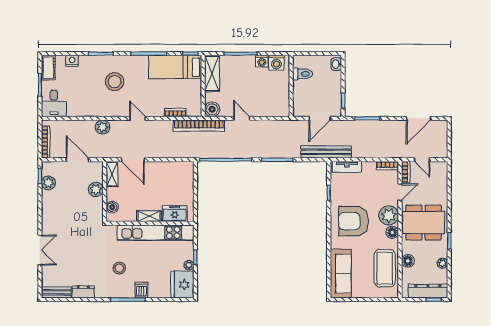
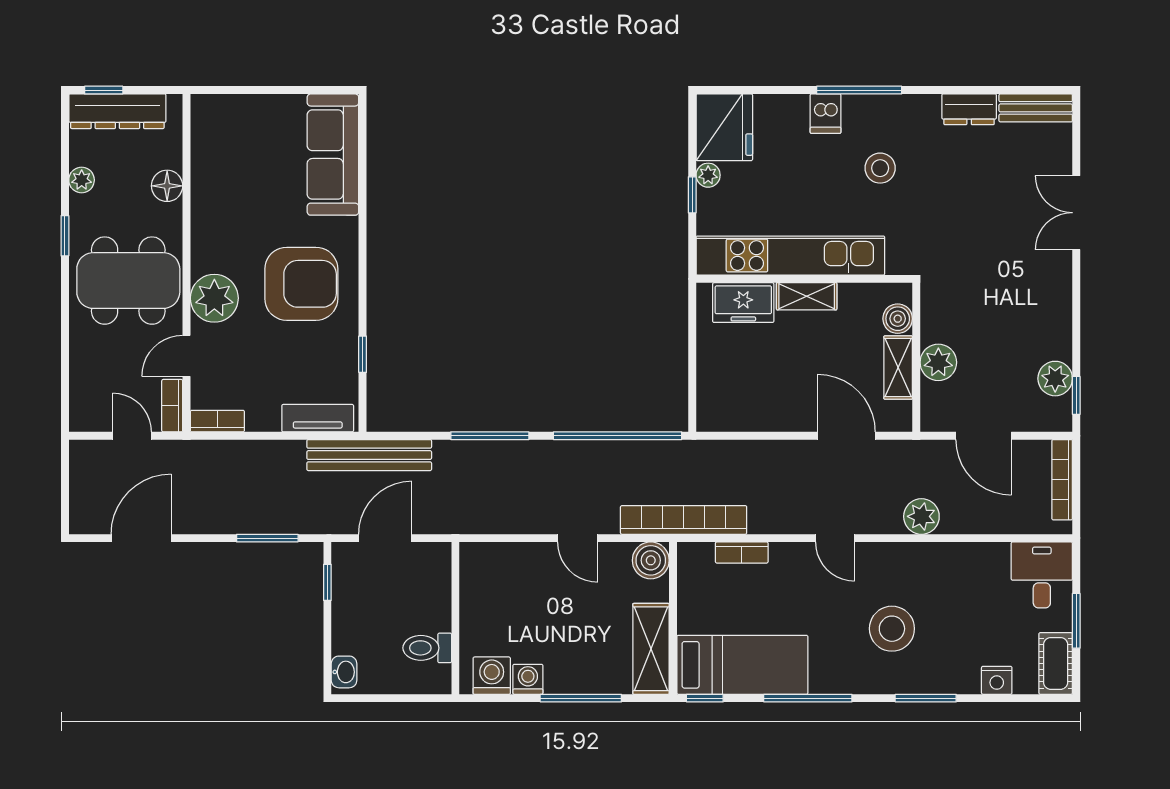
shelving: (112, 174) -> (898, 368), moved
floor lamp: (392, 232) -> (206, 256), removed
coffee table: (385, 268) -> (224, 168), removed

